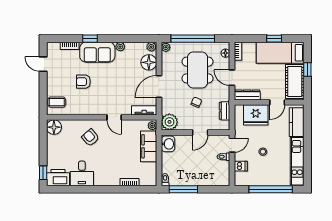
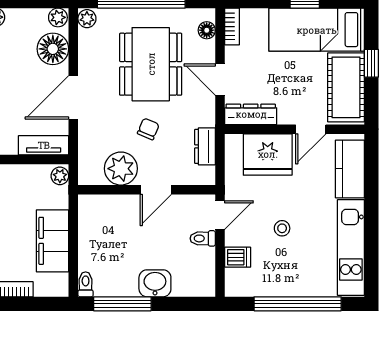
plant: (169, 122) -> (121, 169), moved
washbasin: (168, 144) -> (155, 283), moved, turned -90
filing cabinet: (149, 146) -> (53, 241), moved

